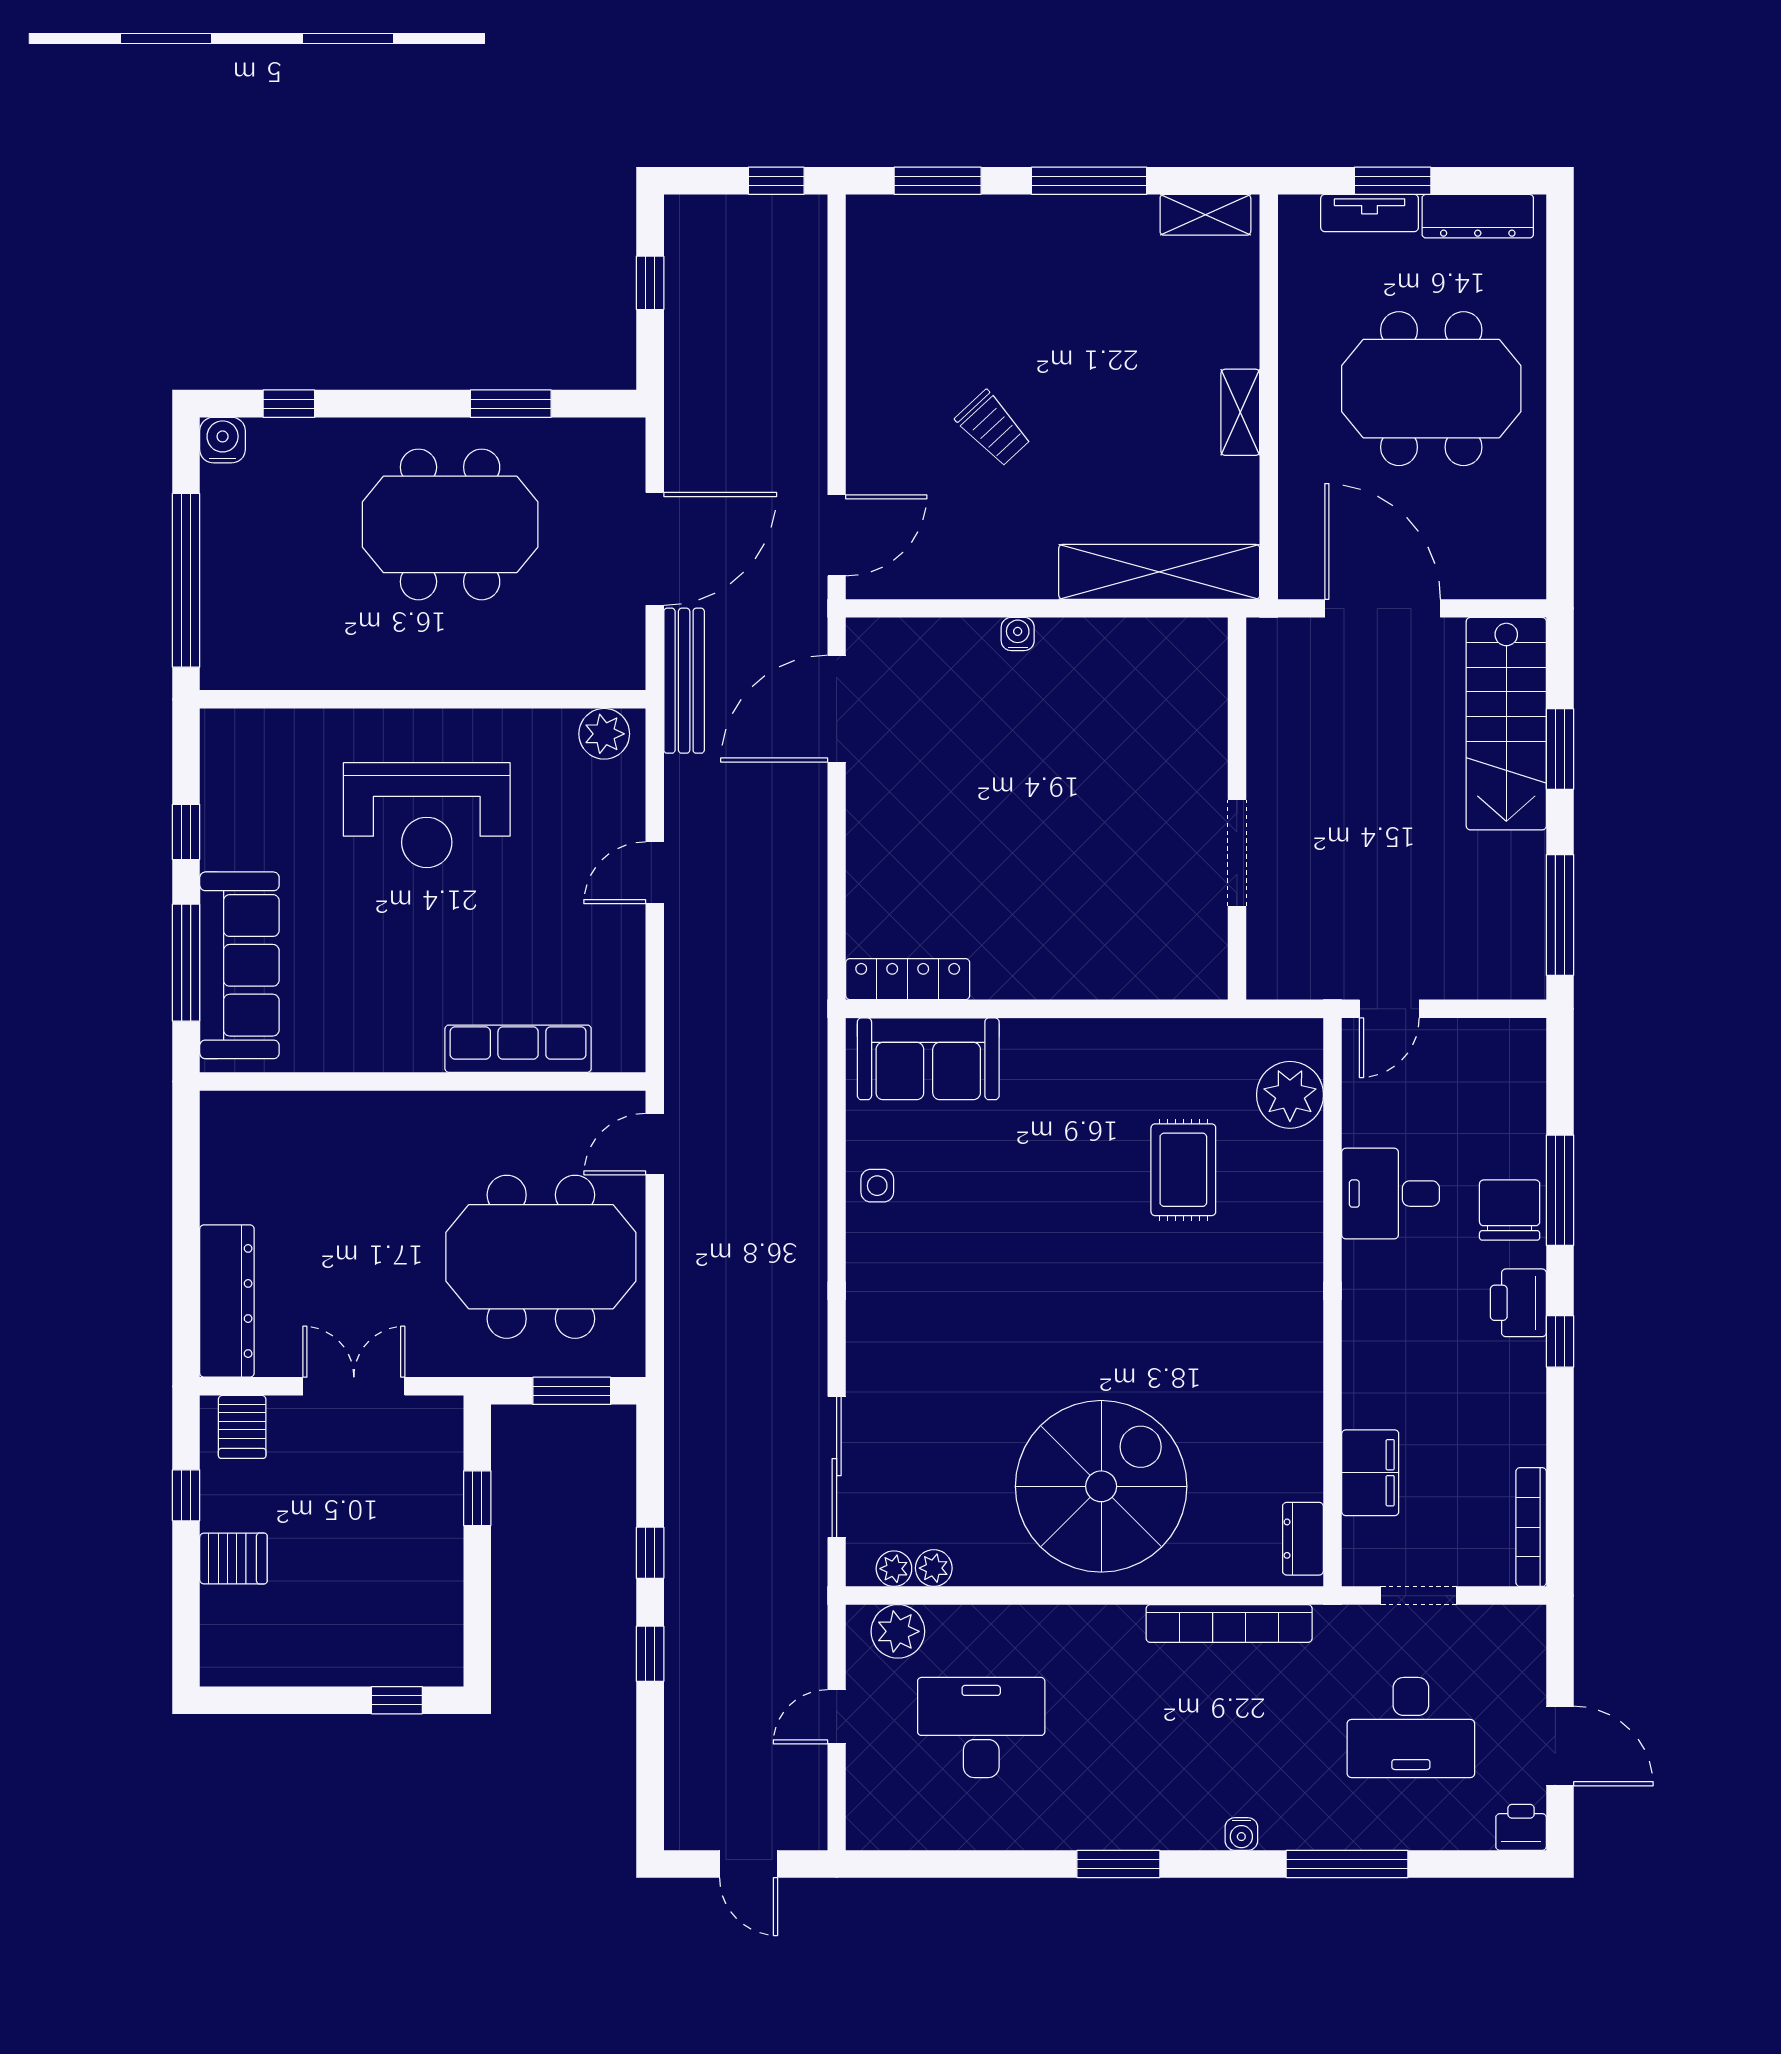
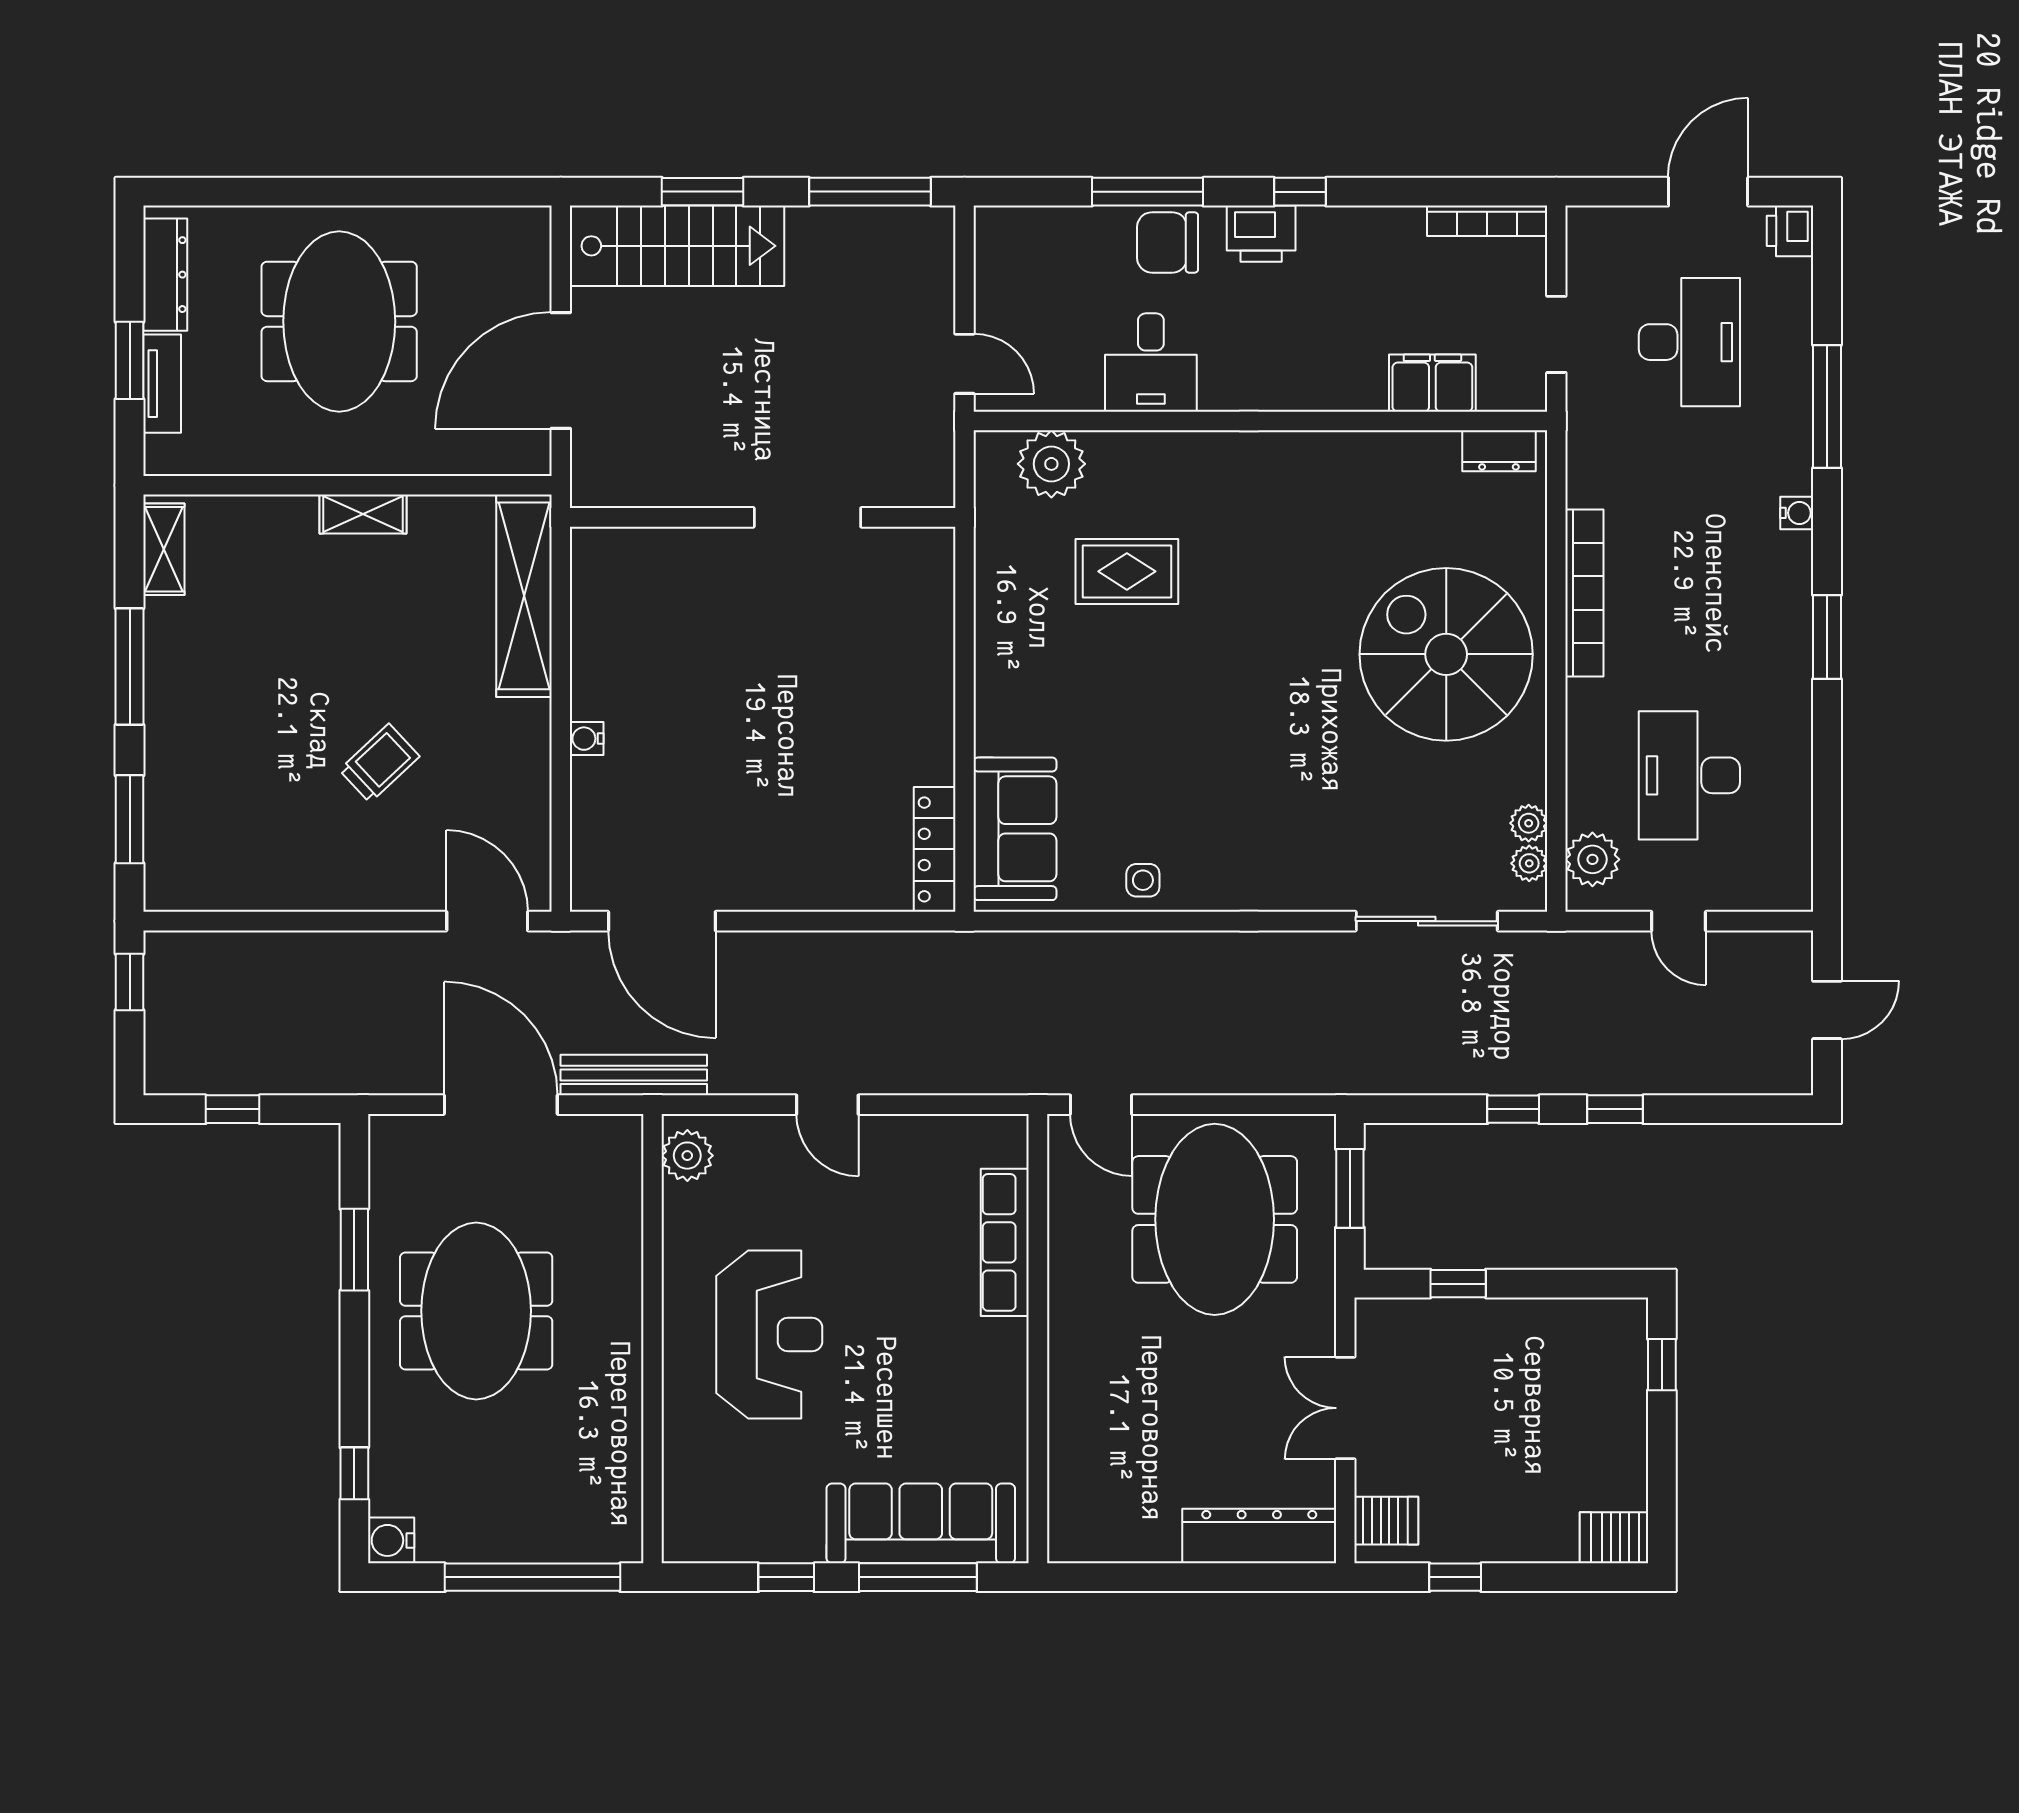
server rack: (233, 1559) -> (1614, 1538), moved, turned -90
bookcase: (1229, 1624) -> (1584, 593), moved

